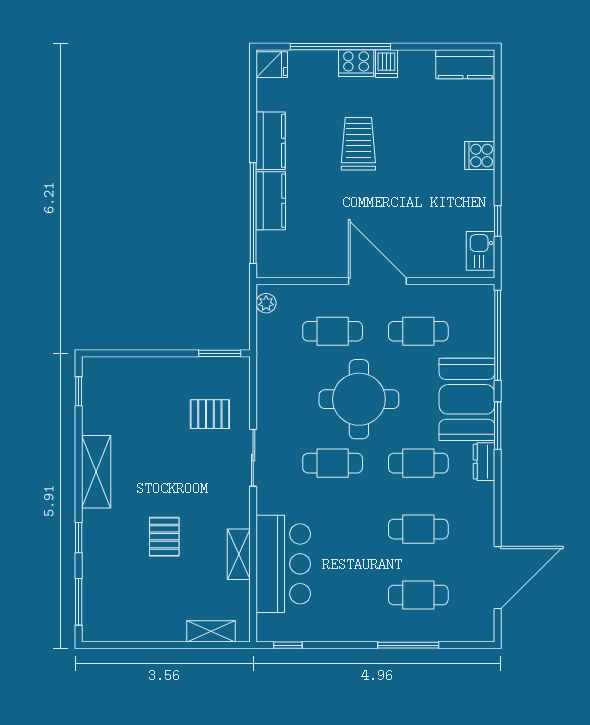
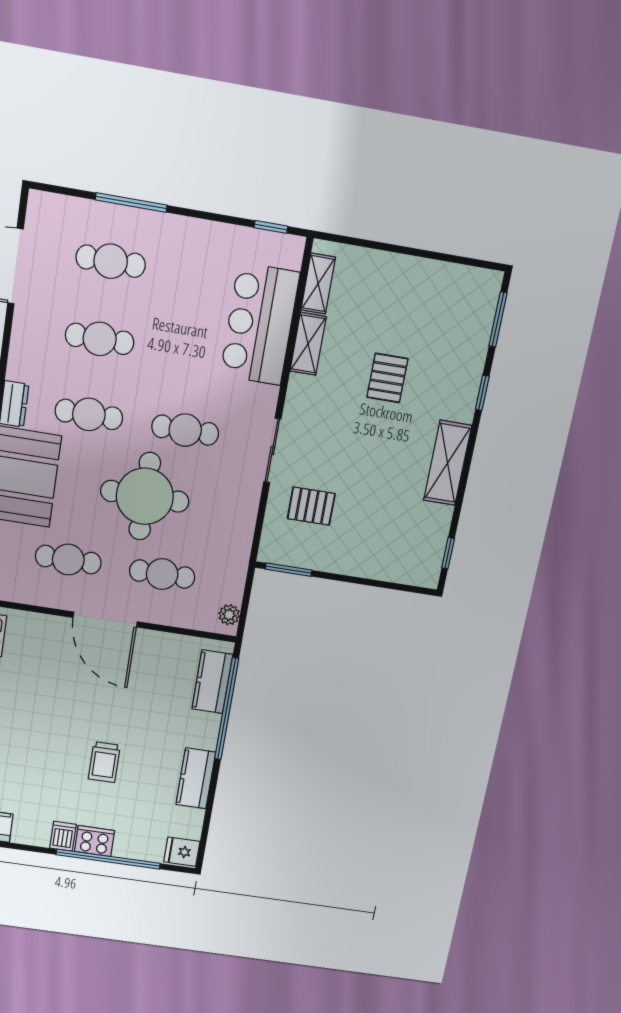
trolley: (358, 144) -> (104, 762), width x0.73, depth x0.72
kitchen counter: (271, 201) -> (212, 682), moved
shelving: (211, 631) -> (318, 284), moved, turned 90

